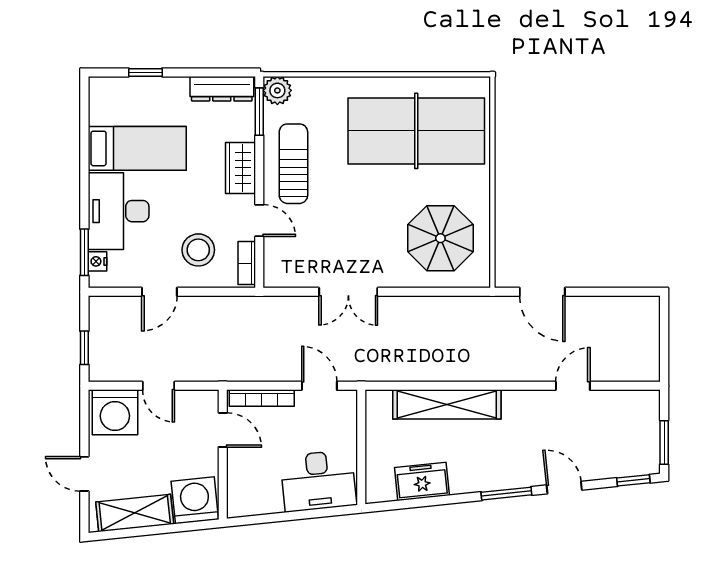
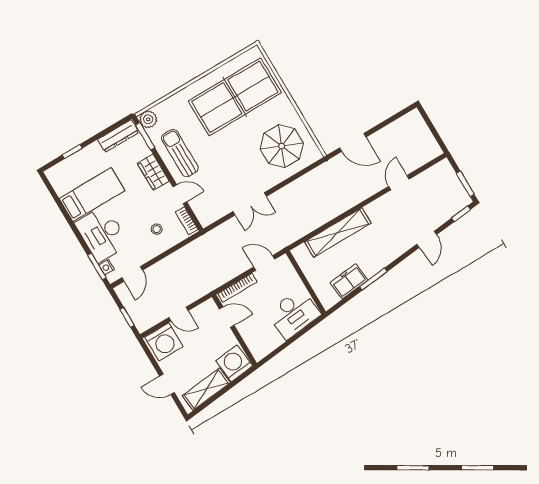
stool: (198, 250) -> (157, 229), width x0.53, depth x0.53
door: (159, 292) -> (132, 274), moved
door: (564, 488) -> (427, 239), swing flipped
window: (506, 494) -> (373, 279), moved

